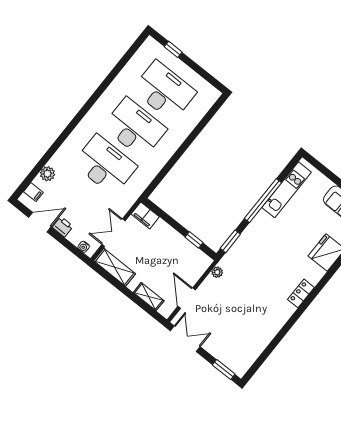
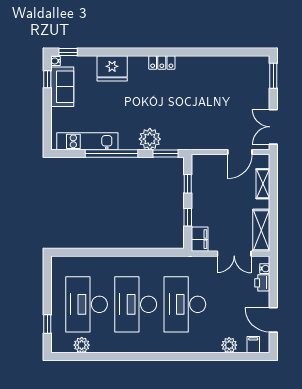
plant: (137, 63) -> (82, 345), added
window: (169, 220) -> (188, 217), added
printer: (63, 227) -> (262, 283), moved
plant: (217, 272) -> (150, 139), moved, width x1.88, depth x1.88

